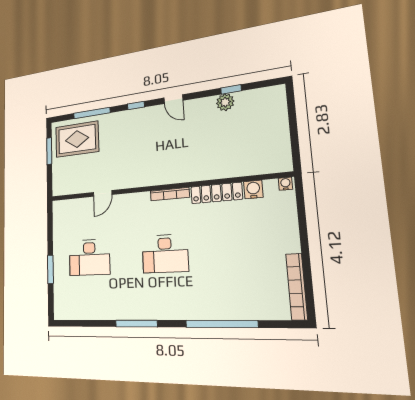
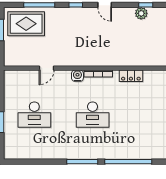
water cooler: (253, 189) -> (77, 76), moved
locker: (216, 193) -> (131, 76), width x0.66
window: (136, 324) -> (82, 162), moved

